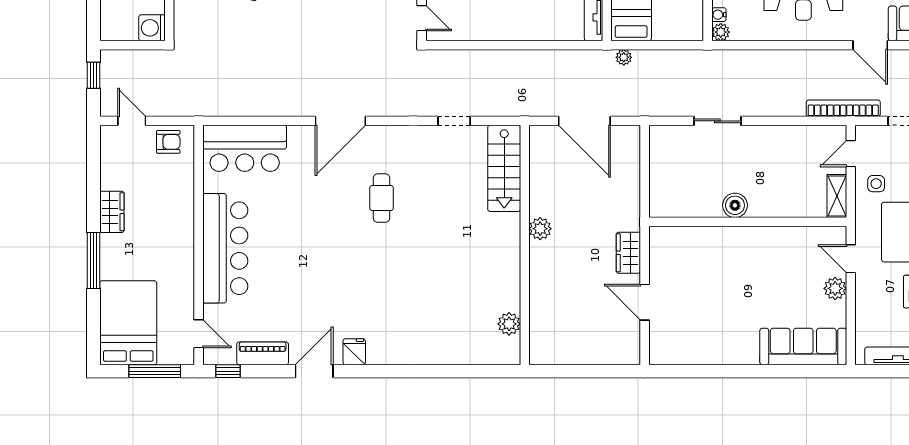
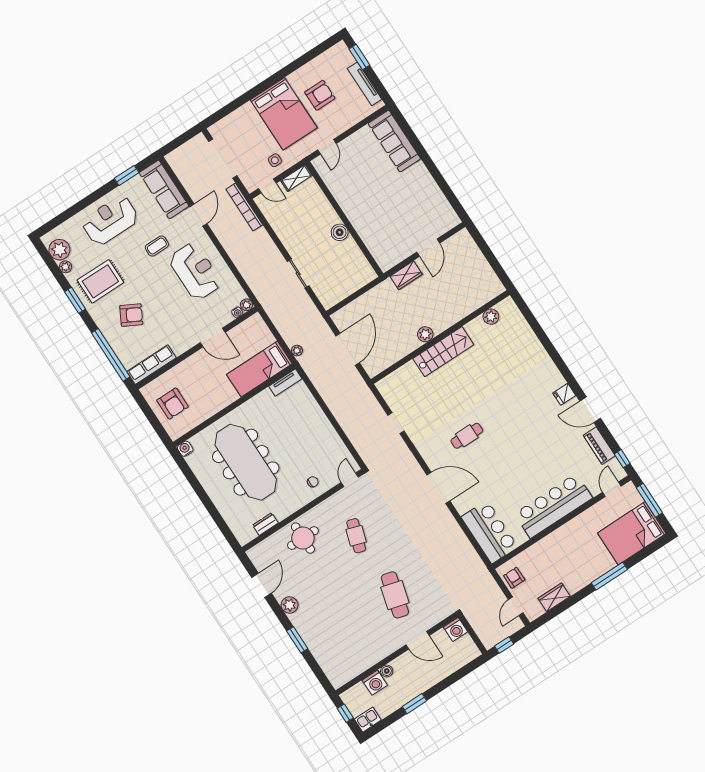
stairs: (504, 168) -> (443, 352), moved
wardrobe: (112, 212) -> (554, 597), moved
plant: (835, 288) -> (350, 145), removed

